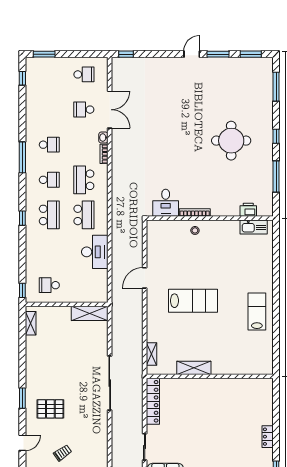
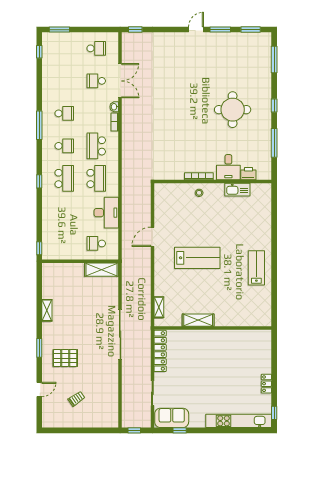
desk: (166, 203) -> (228, 167), moved
kitchen sink: (254, 227) -> (237, 190), moved
school desk: (49, 285) -> (96, 243), moved
shelving: (31, 323) -> (47, 310), moved

